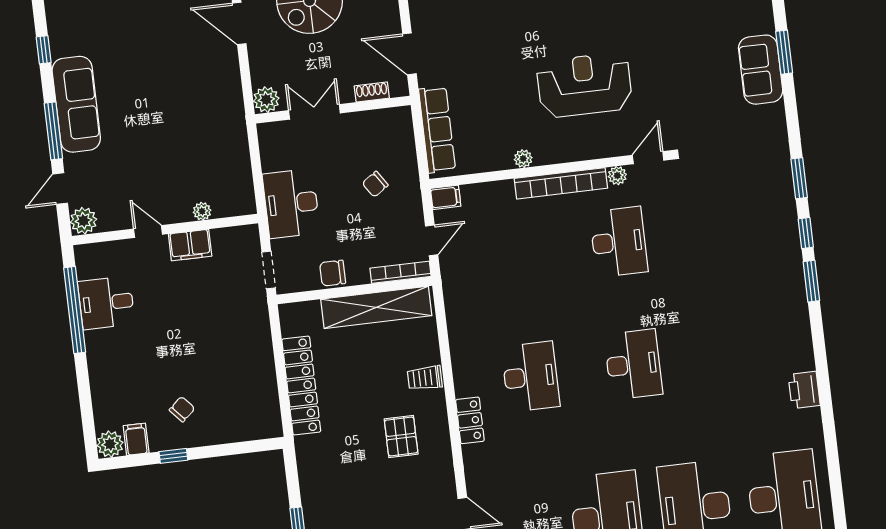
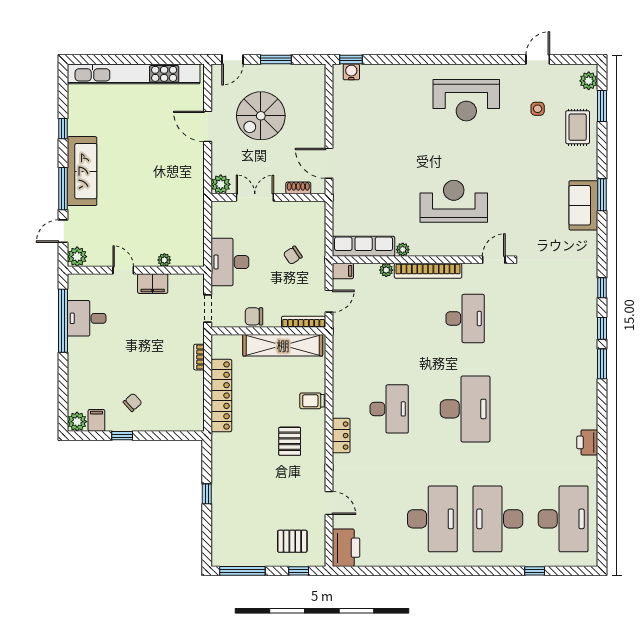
row of seats: (437, 130) -> (364, 246), moved, turned -90
plant: (617, 176) -> (386, 270), moved
window: (799, 178) -> (602, 288), width x0.67
bookcase: (265, 337) -> (199, 357), added
desk: (633, 364) -> (465, 409), width x1.36, depth x1.30

